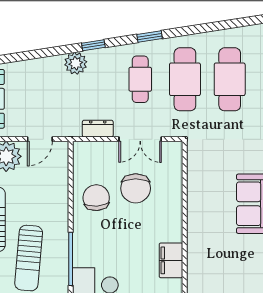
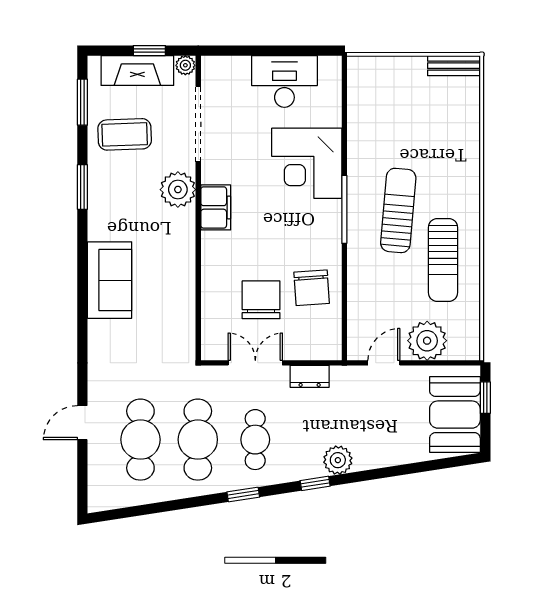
plant: (200, 274) -> (178, 190), added

